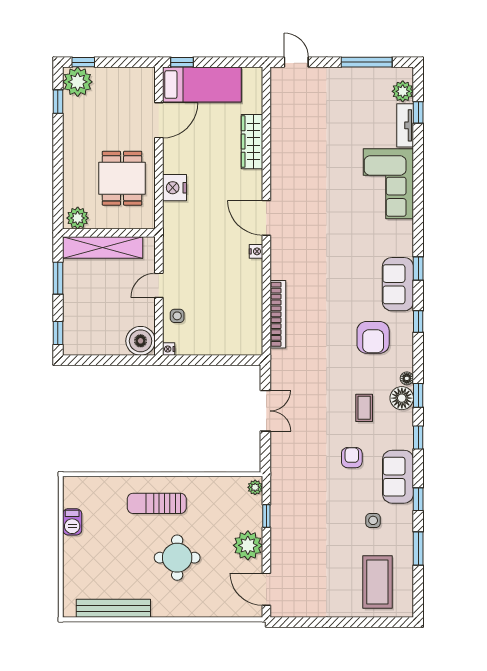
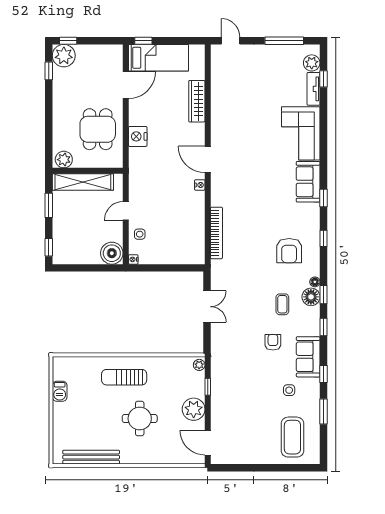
sofa: (398, 284) -> (308, 182), moved

